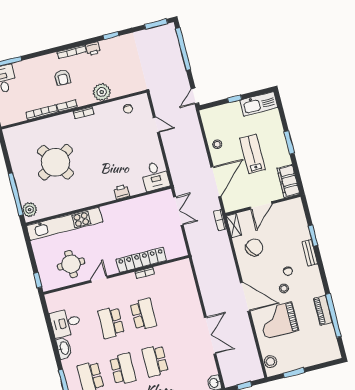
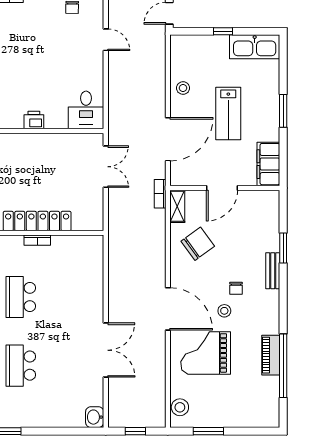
lab bench: (252, 154) -> (228, 114), turned 180
school desk: (143, 314) -> (21, 297), turned 180

